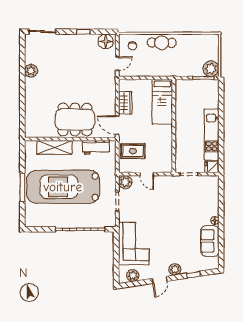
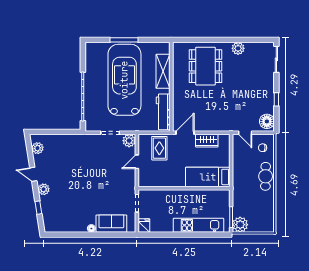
dining table: (75, 120) -> (205, 66), moved
kitchen unit: (212, 134) -> (198, 225), moved
workbench: (96, 147) -> (163, 112), width x1.38
sofa: (210, 241) -> (111, 224), moved
corner sofa: (134, 244) -> (69, 149), removed

